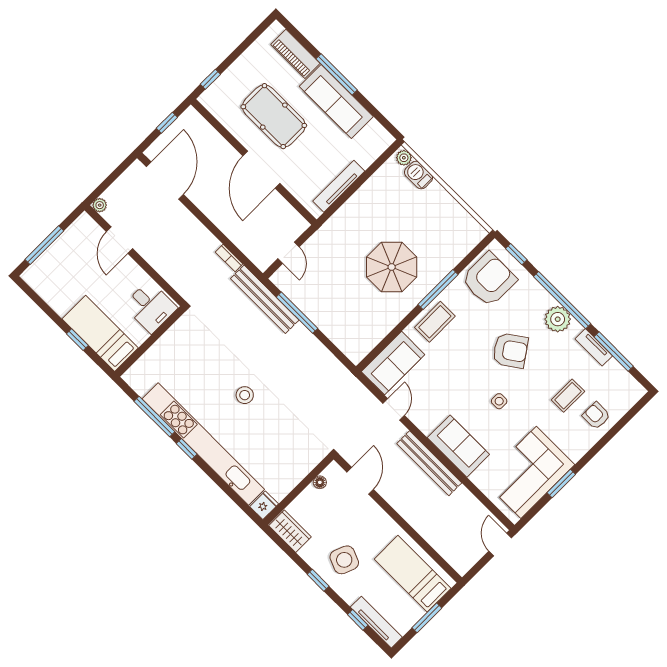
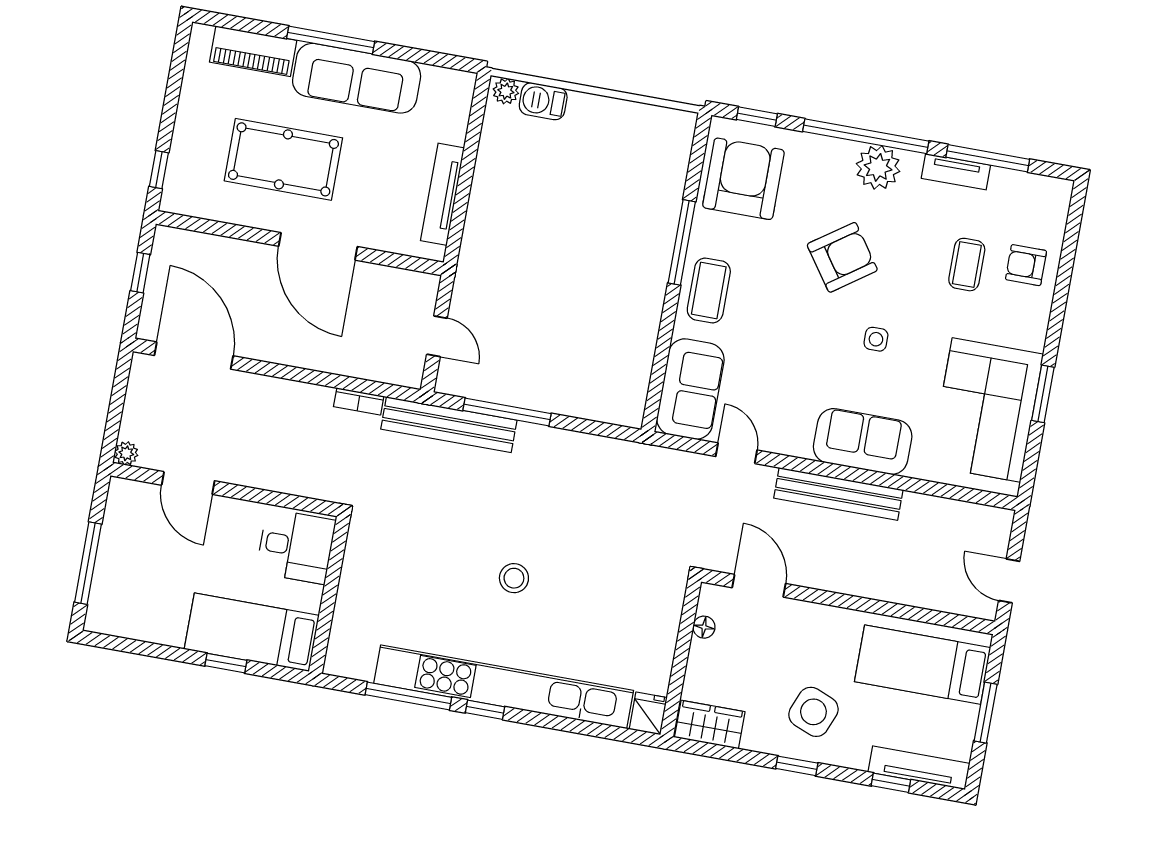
parasol: (392, 267) -> (595, 256), removed
door: (500, 545) -> (1009, 581), moved

